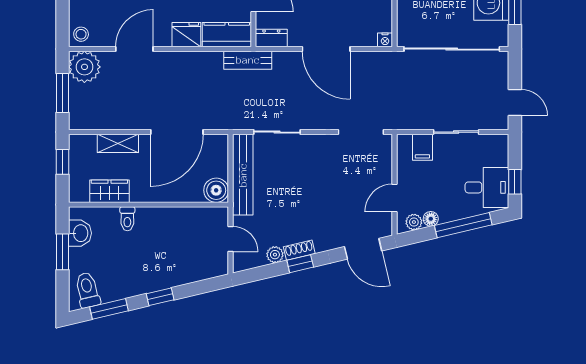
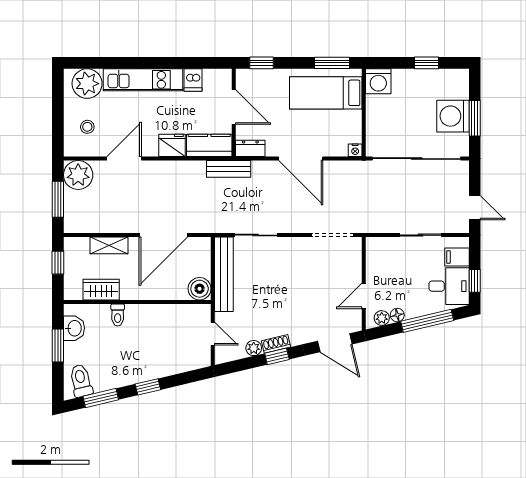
stool: (81, 34) -> (87, 127), moved
filing cabinet: (422, 147) -> (457, 257), moved, turned 90

